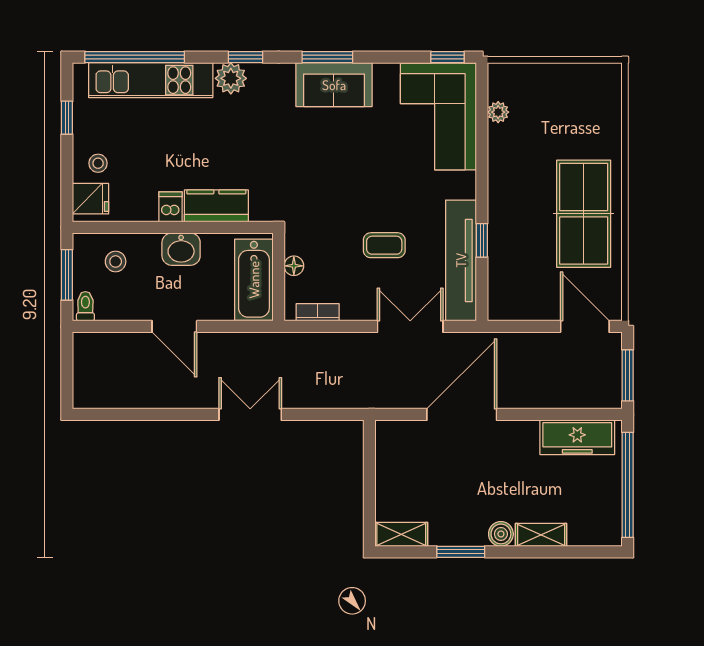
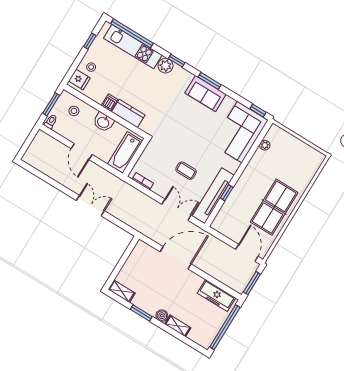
floor lamp: (294, 266) -> (145, 157), removed

